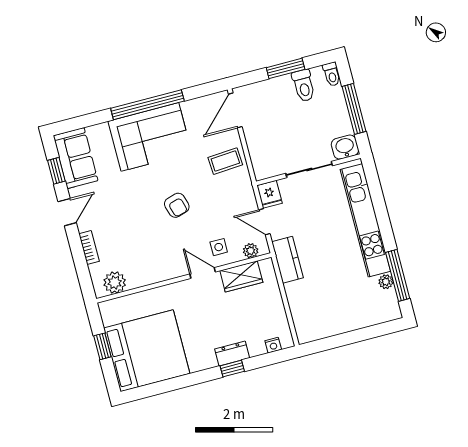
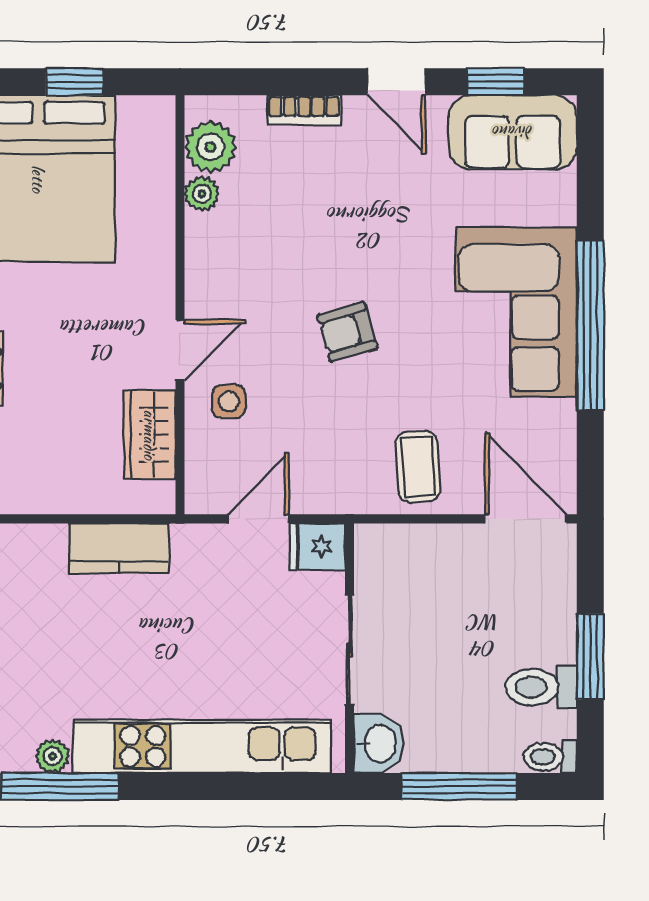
plant: (251, 251) -> (202, 194), moved
kitchen counter: (288, 260) -> (119, 548), moved

